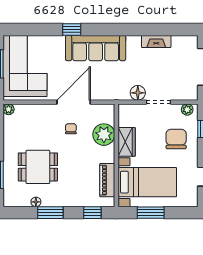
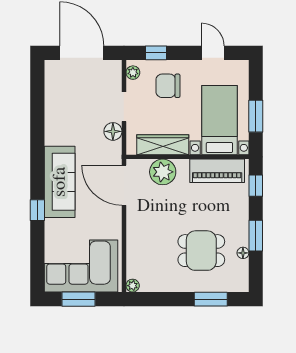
fireplace: (156, 42) -> (52, 109), removed
door: (74, 102) -> (124, 185), moved
chair: (71, 129) -> (156, 211), removed
wardrobe: (127, 142) -> (163, 145), width x1.50
dining table: (38, 167) -> (201, 251), turned 90
piano: (107, 180) -> (217, 171), width x1.37, depth x1.33

